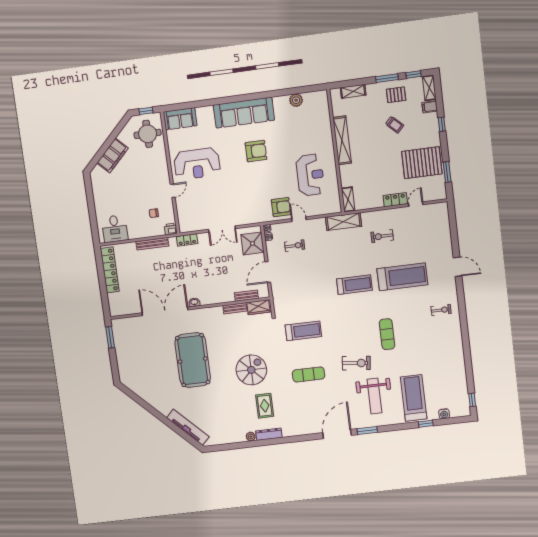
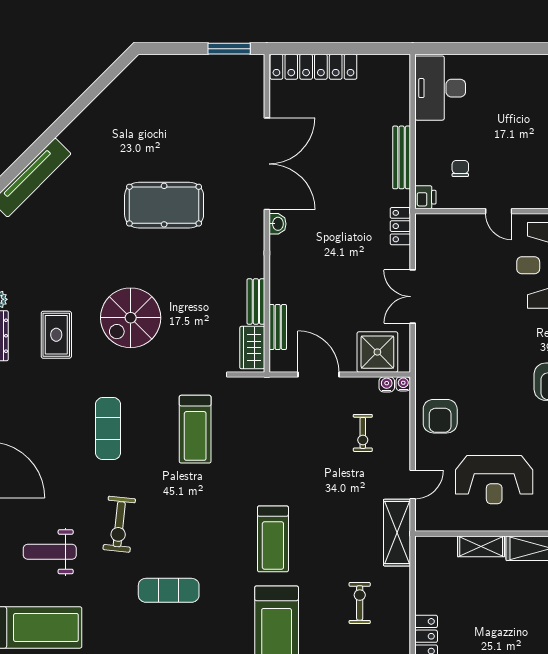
shelving: (348, 199) -> (481, 546), moved
door: (299, 219) -> (413, 485), moved
desk: (115, 229) -> (440, 88), width x1.37
locker: (110, 270) -> (313, 67), moved
pool table: (193, 360) -> (164, 205), width x0.73, depth x0.76
spiral stairs: (251, 370) -> (131, 318), turned 90
weight bench: (374, 396) -> (50, 552), width x0.73, depth x0.75
rug: (265, 406) -> (56, 335), turned 90

